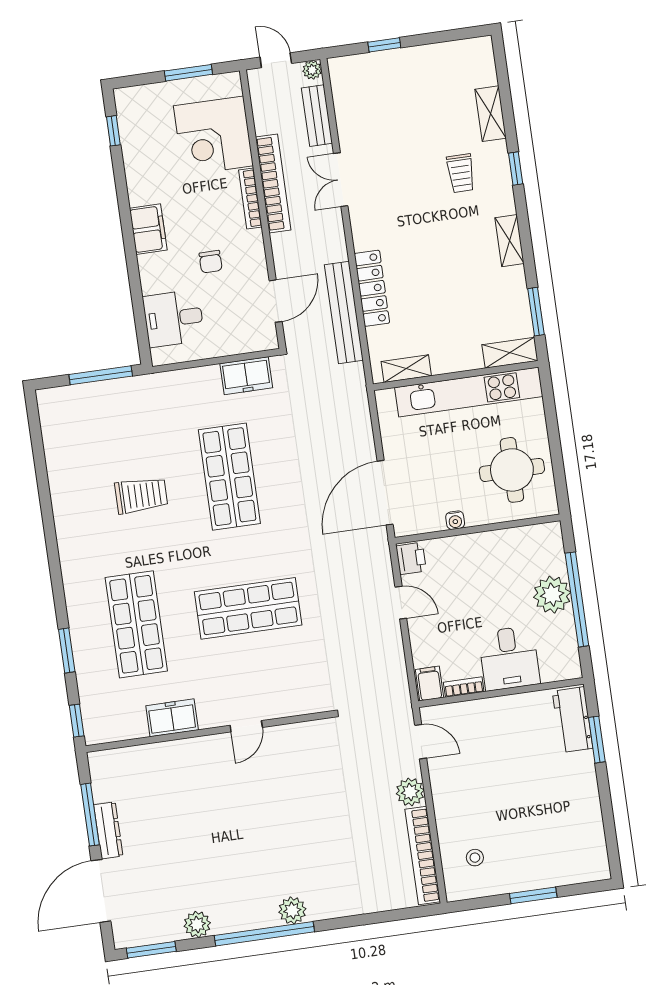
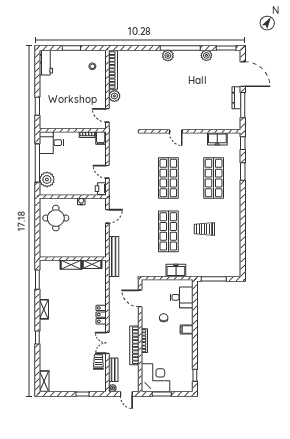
shelving: (491, 114) -> (44, 381), moved
corner desk: (213, 136) -> (155, 378), moved
trolley: (461, 173) -> (98, 362), moved
double door: (341, 180) -> (107, 343), swing flipped
filing cabinet: (148, 229) -> (187, 330), width x0.50
locker: (372, 288) -> (101, 315), moved, width x0.66
door: (276, 301) -> (140, 298), hinge flipped
bench: (344, 312) -> (114, 257), moved
shelving: (510, 353) -> (71, 265), moved
freezer: (246, 376) -> (176, 270), moved
kitchen unit: (469, 392) -> (69, 251), removed
door: (385, 493) -> (107, 216), width x0.53
plant: (552, 595) -> (47, 179), moved
shop shelf: (248, 608) -> (168, 178), turned 90
desk: (509, 658) -> (51, 143), moved, turned -90
freezer: (172, 718) -> (217, 139), moved
workbench: (573, 720) -> (46, 63), moved
door: (246, 726) -> (176, 131), swing flipped
door: (101, 891) -> (243, 74), hinge flipped

